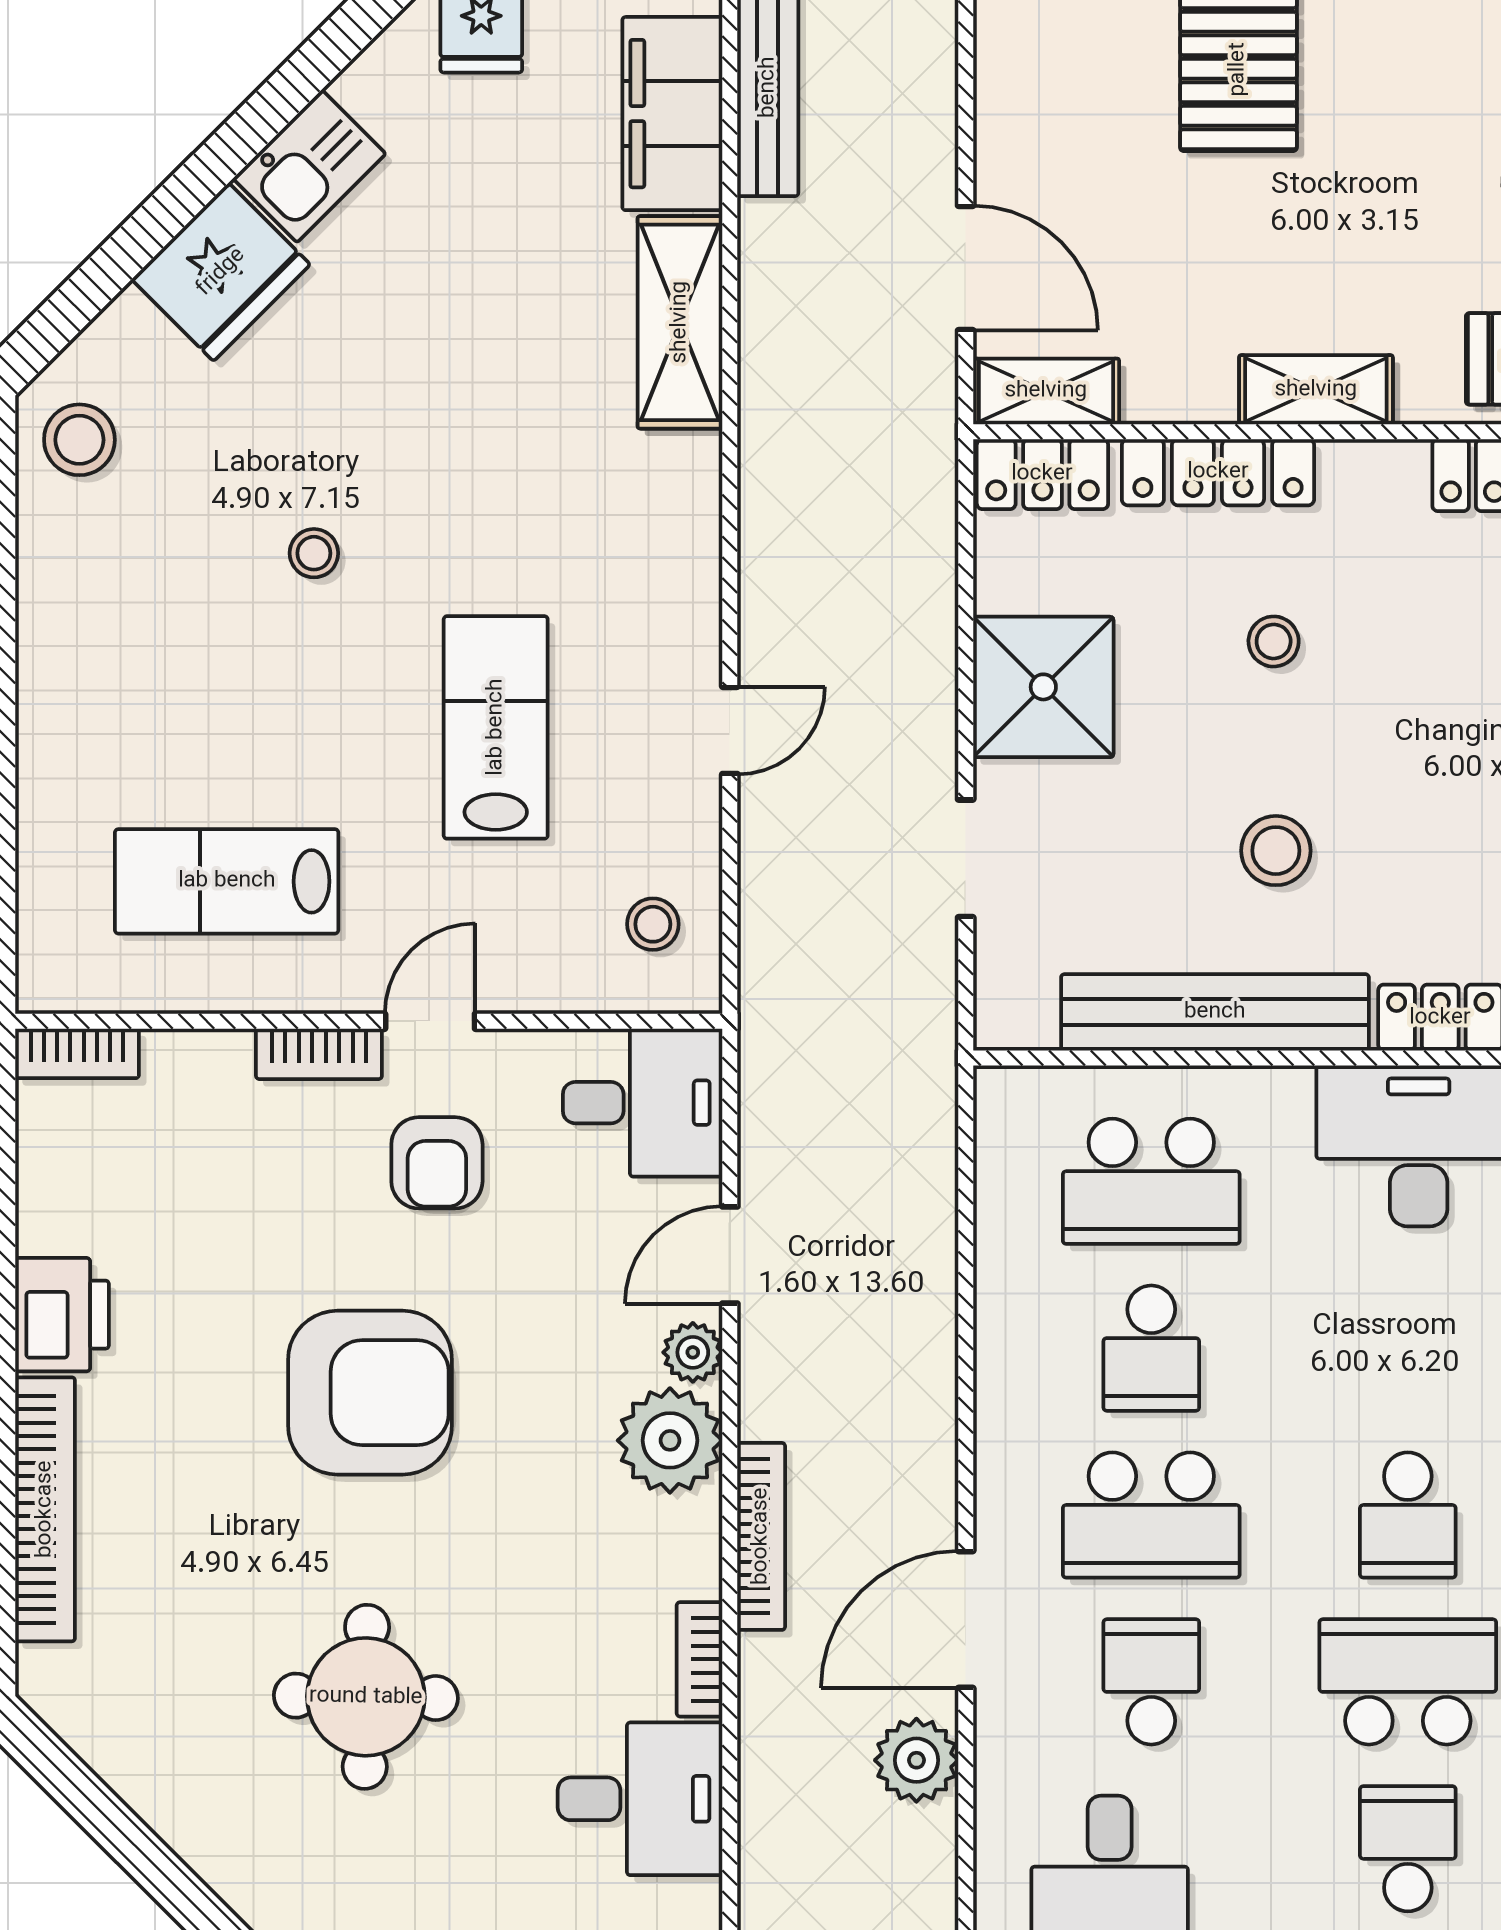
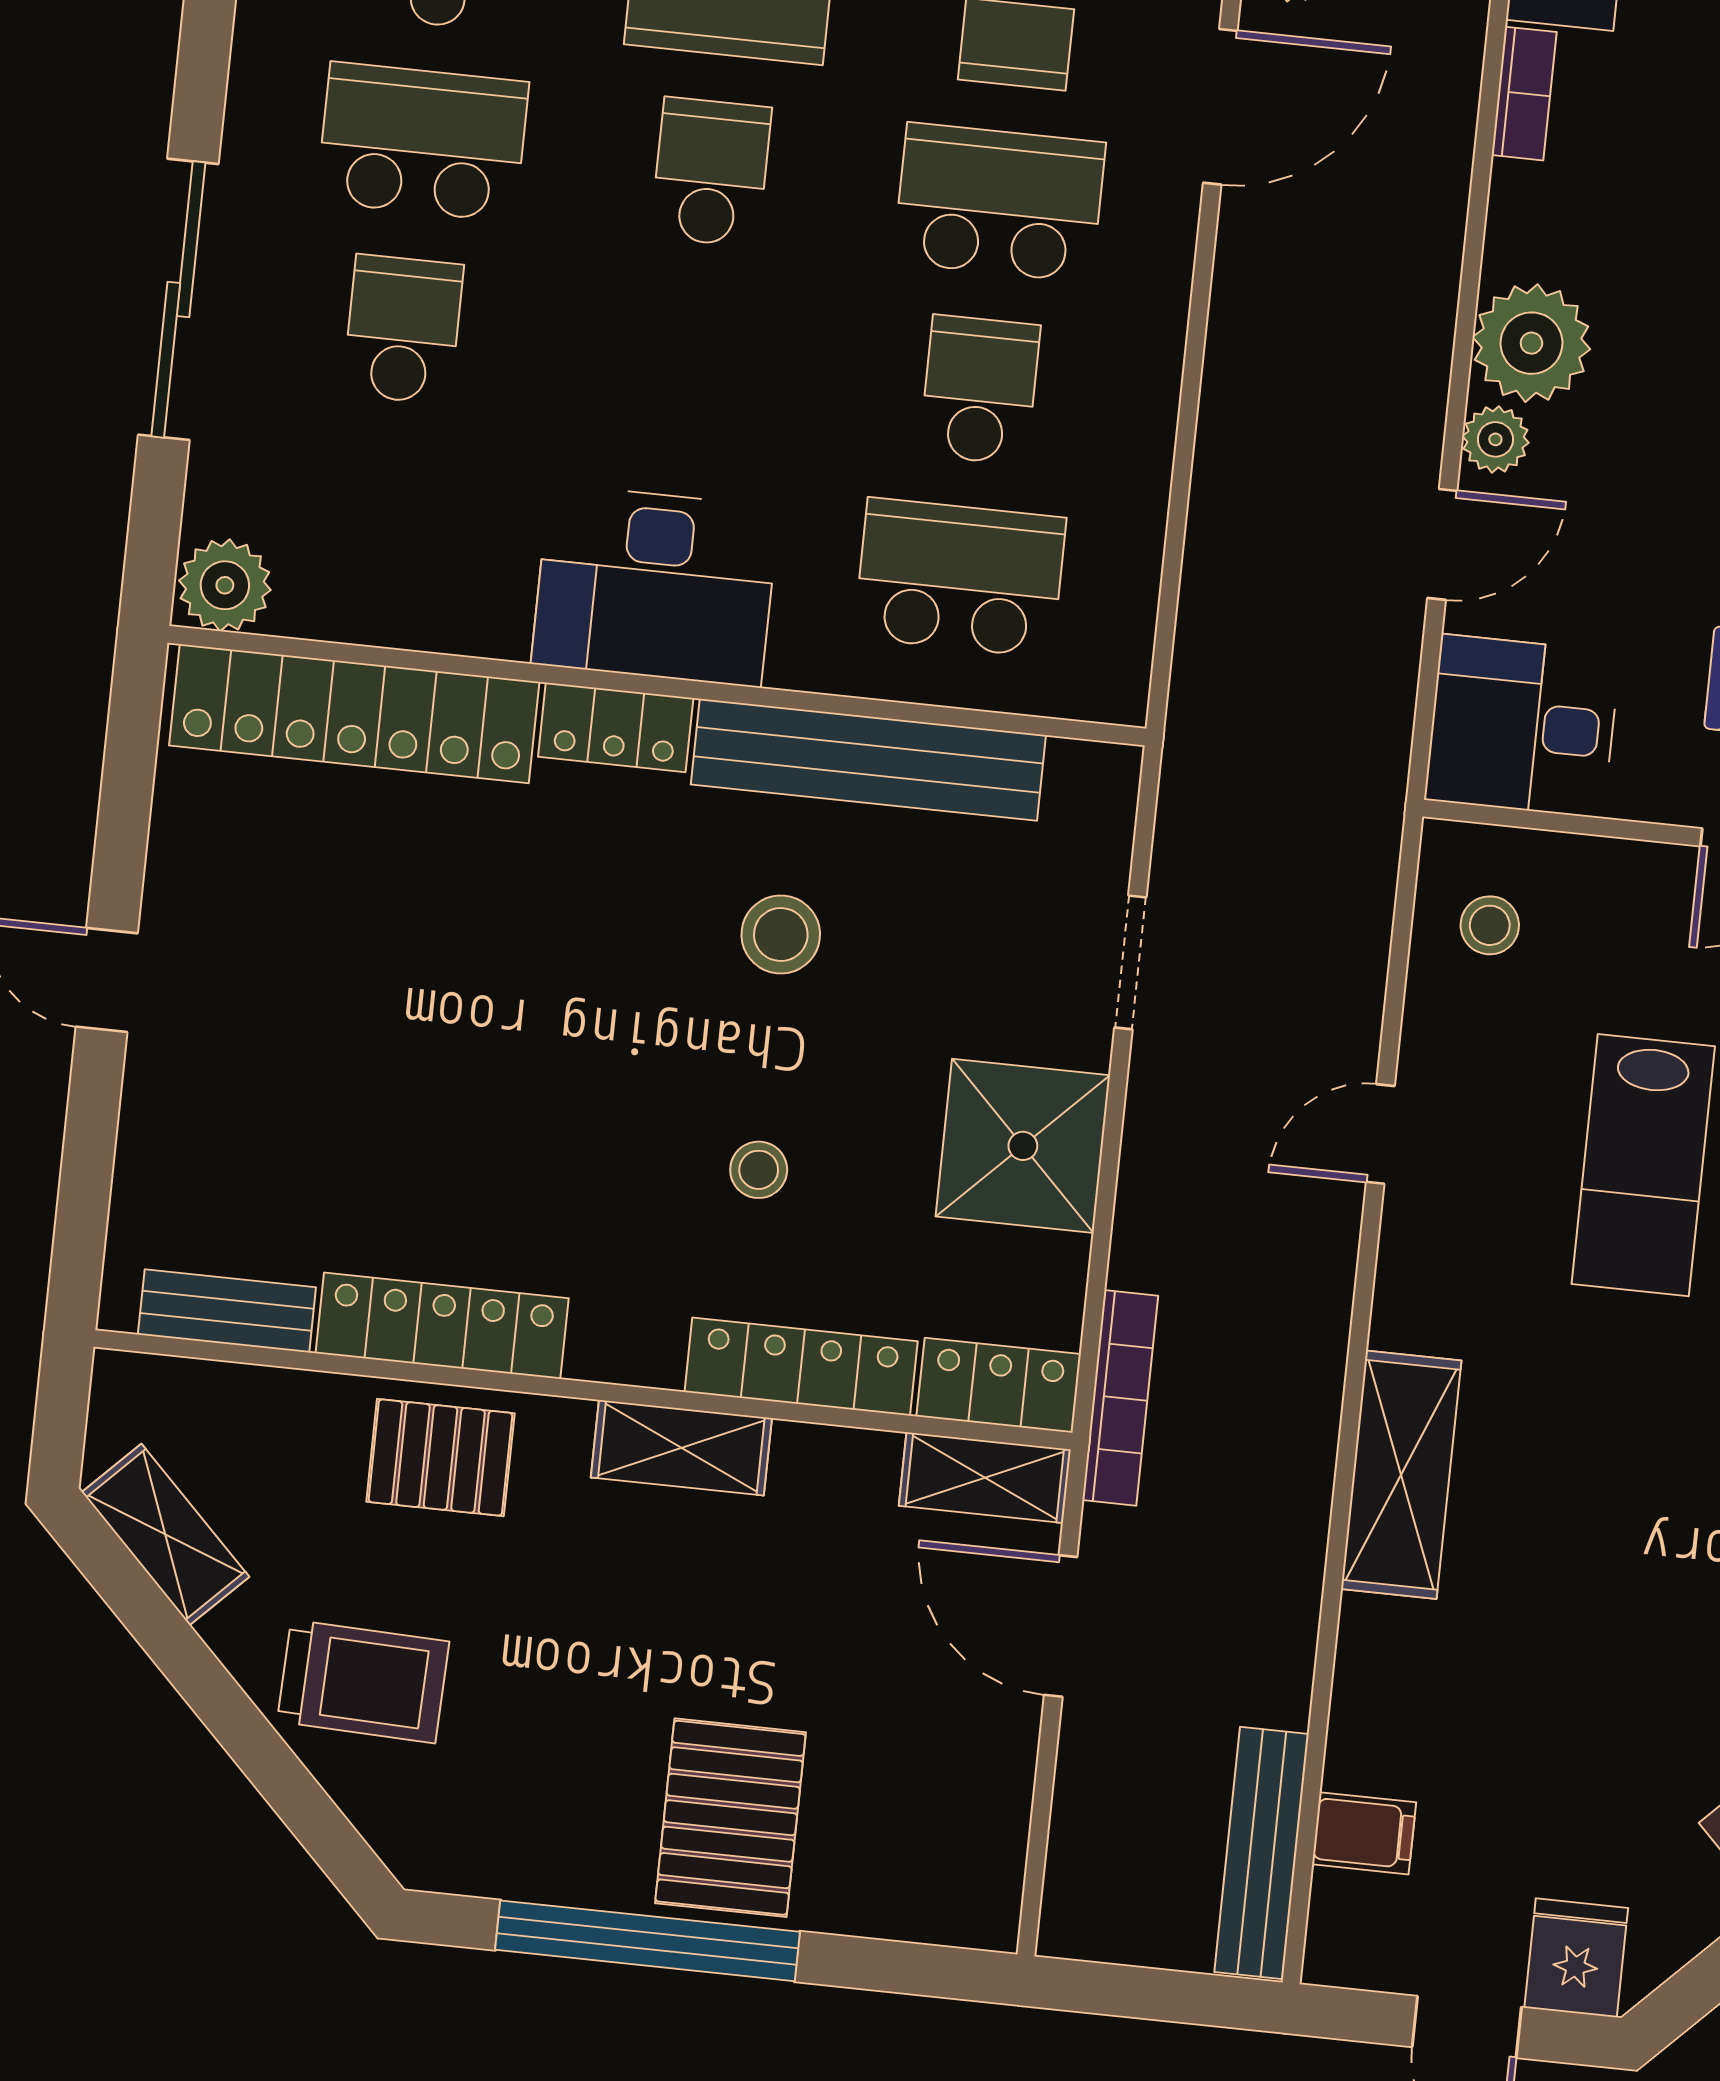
filing cabinet: (672, 114) -> (1364, 1833), width x0.33, depth x0.86
shelving: (680, 322) -> (1401, 1475), moved
bookcase: (761, 1536) -> (1120, 1398), moved, turned 180

